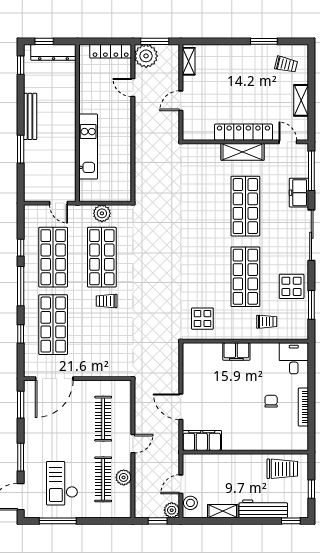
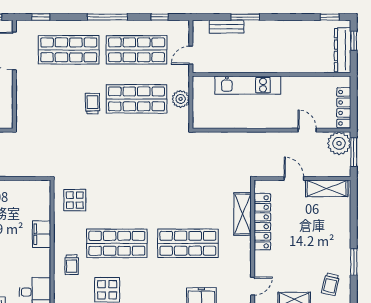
shelving: (189, 61) -> (327, 188), width x1.50, depth x1.33
door: (133, 88) -> (307, 130), hinge flipped
bench: (30, 116) -> (227, 27), moved, width x0.73
locker: (244, 132) -> (262, 222), moved
shelving: (243, 152) -> (243, 214), moved
window: (21, 248) -> (160, 17), moved
window: (21, 334) -> (41, 17), moved

